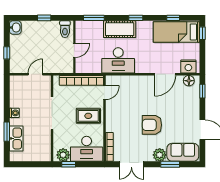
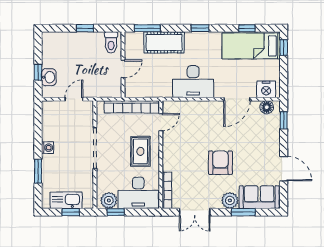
washbasin: (15, 27) -> (49, 77), moved
cot: (120, 29) -> (164, 42), moved
desk: (118, 60) -> (193, 82), moved
rug: (88, 116) -> (140, 151), turned 90
armchair: (152, 125) -> (220, 163), turned 90
kitchen sink: (16, 138) -> (66, 200), moved, turned -90
window: (33, 164) -> (71, 212), added

